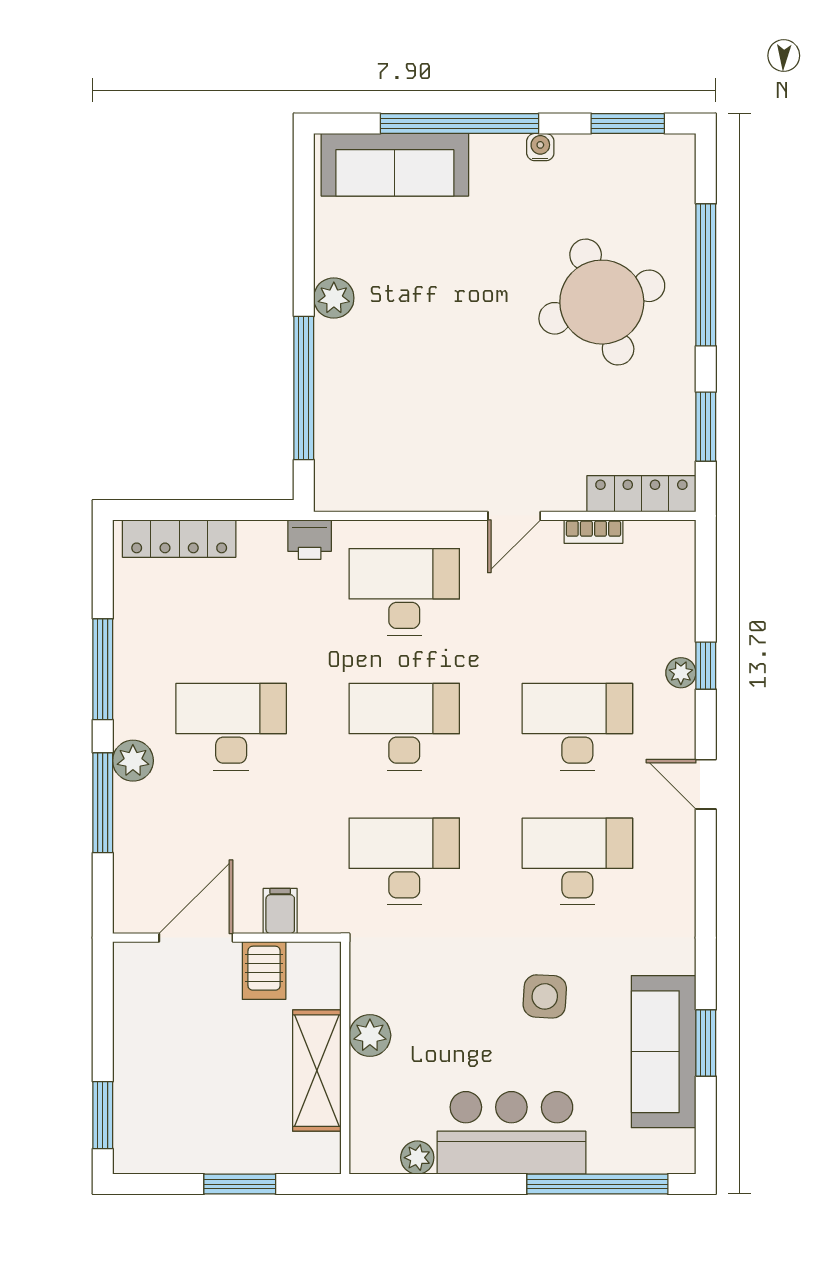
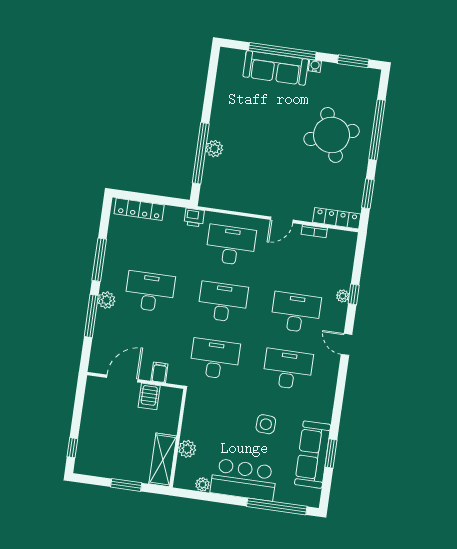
sofa: (395, 165) -> (276, 68), moved
plant: (334, 298) -> (214, 149), moved
plant: (370, 1035) -> (187, 449), moved
shelving: (317, 1071) -> (163, 460), moved
window: (103, 1115) -> (72, 448), width x0.67

